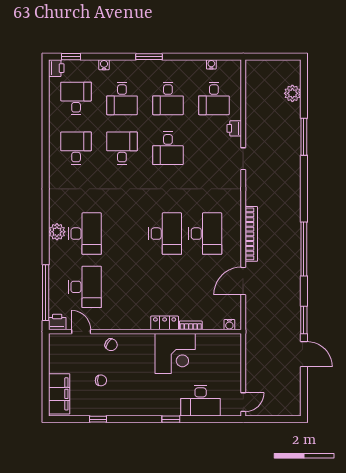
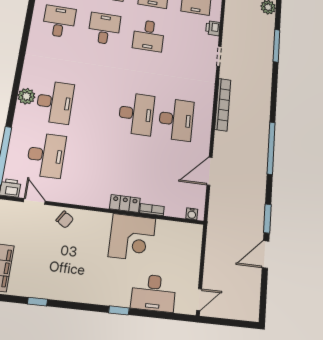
bookcase: (251, 234) -> (223, 105), moved
door: (304, 354) -> (266, 254), swing flipped
chair: (101, 380) -> (48, 258), removed

